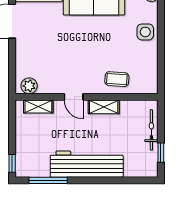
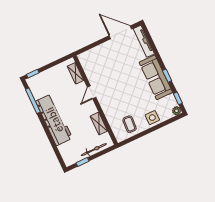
coffee table: (117, 79) -> (130, 124), moved
plant: (29, 86) -> (86, 62), removed
shelving: (104, 107) -> (99, 124), moved

